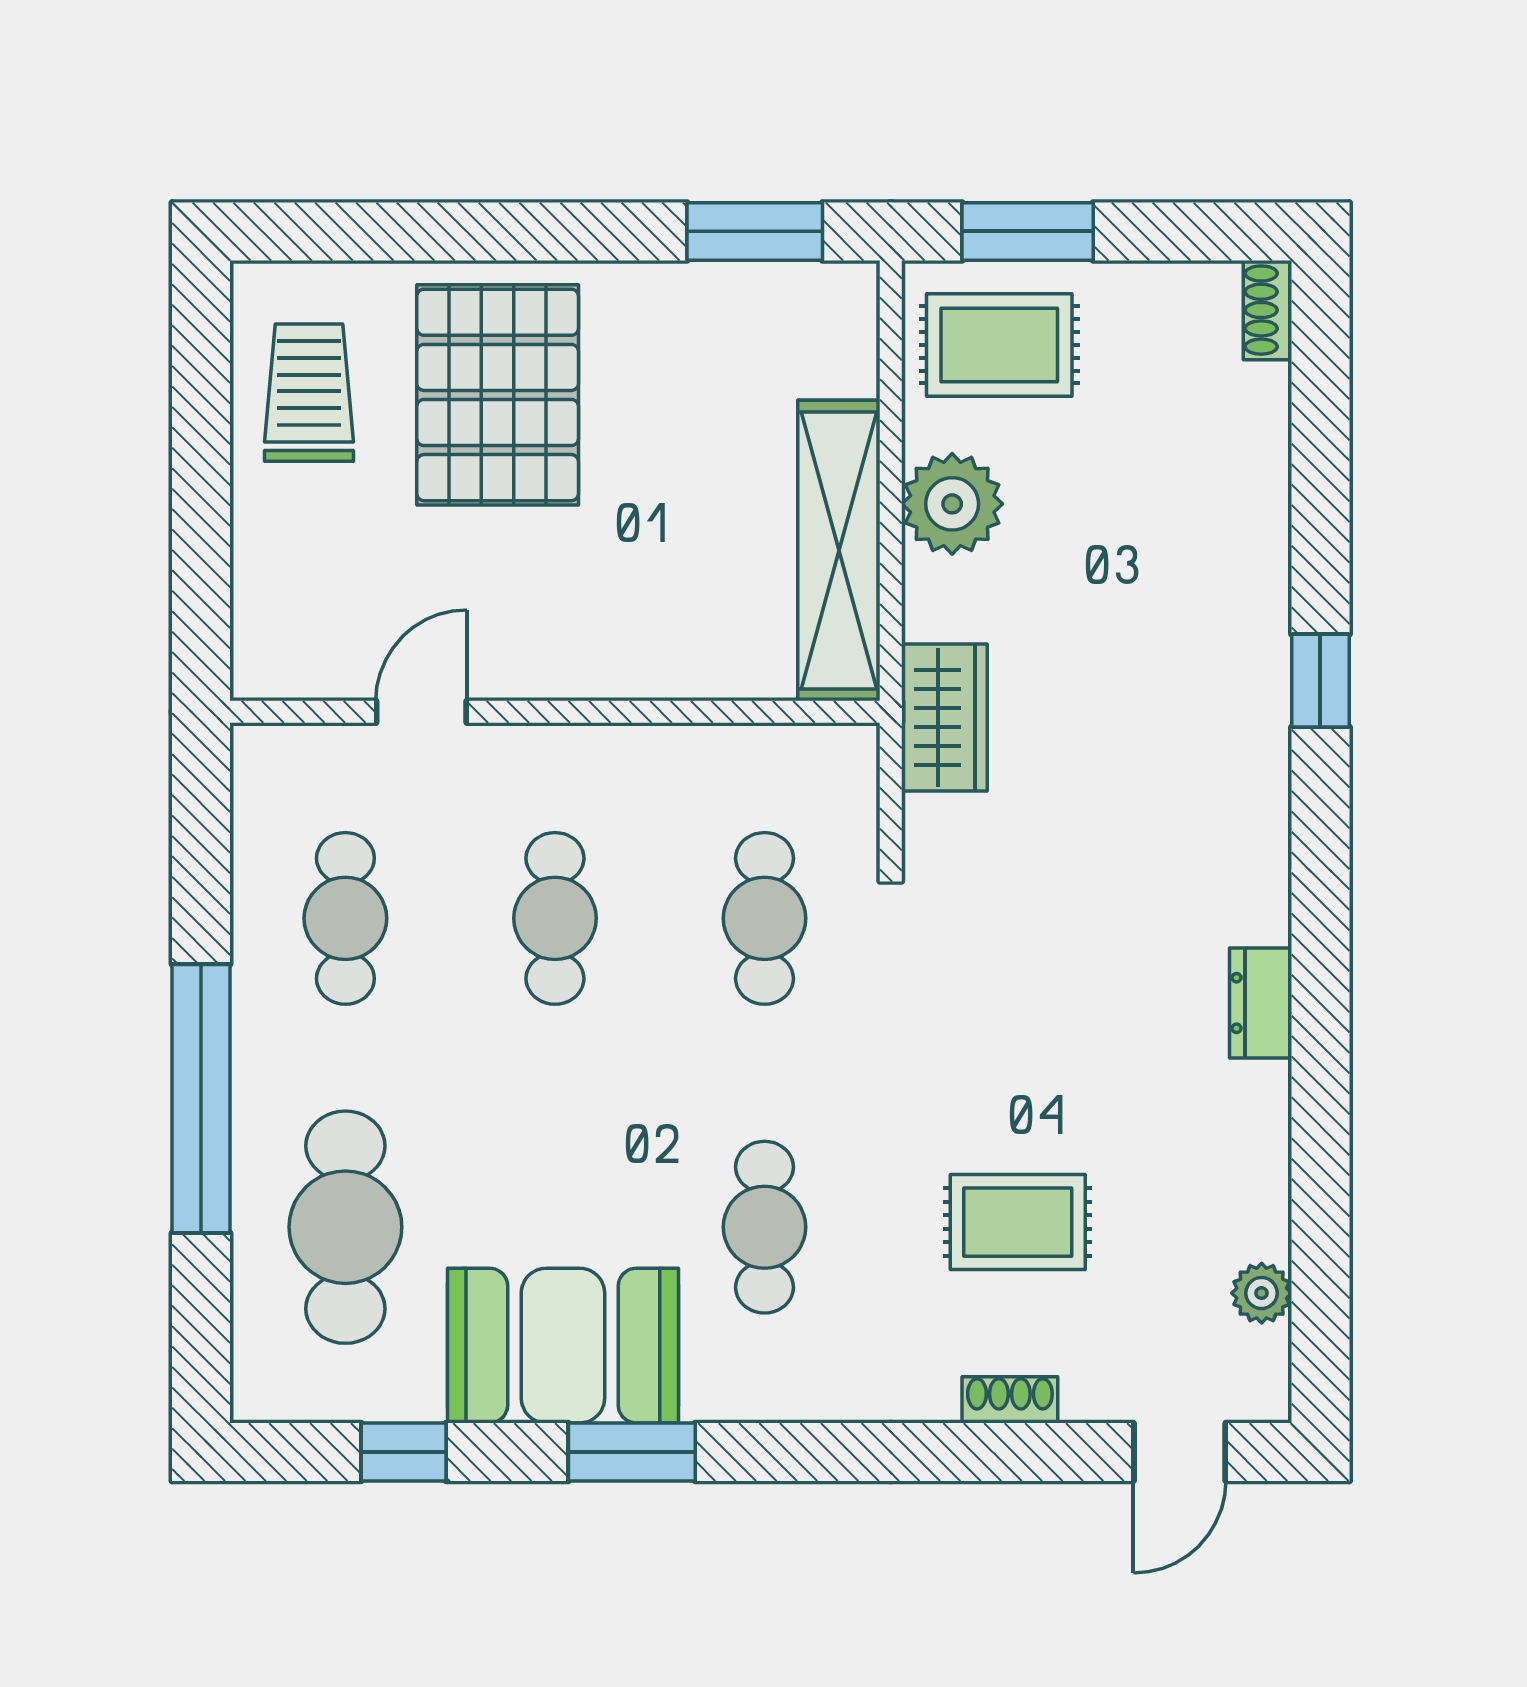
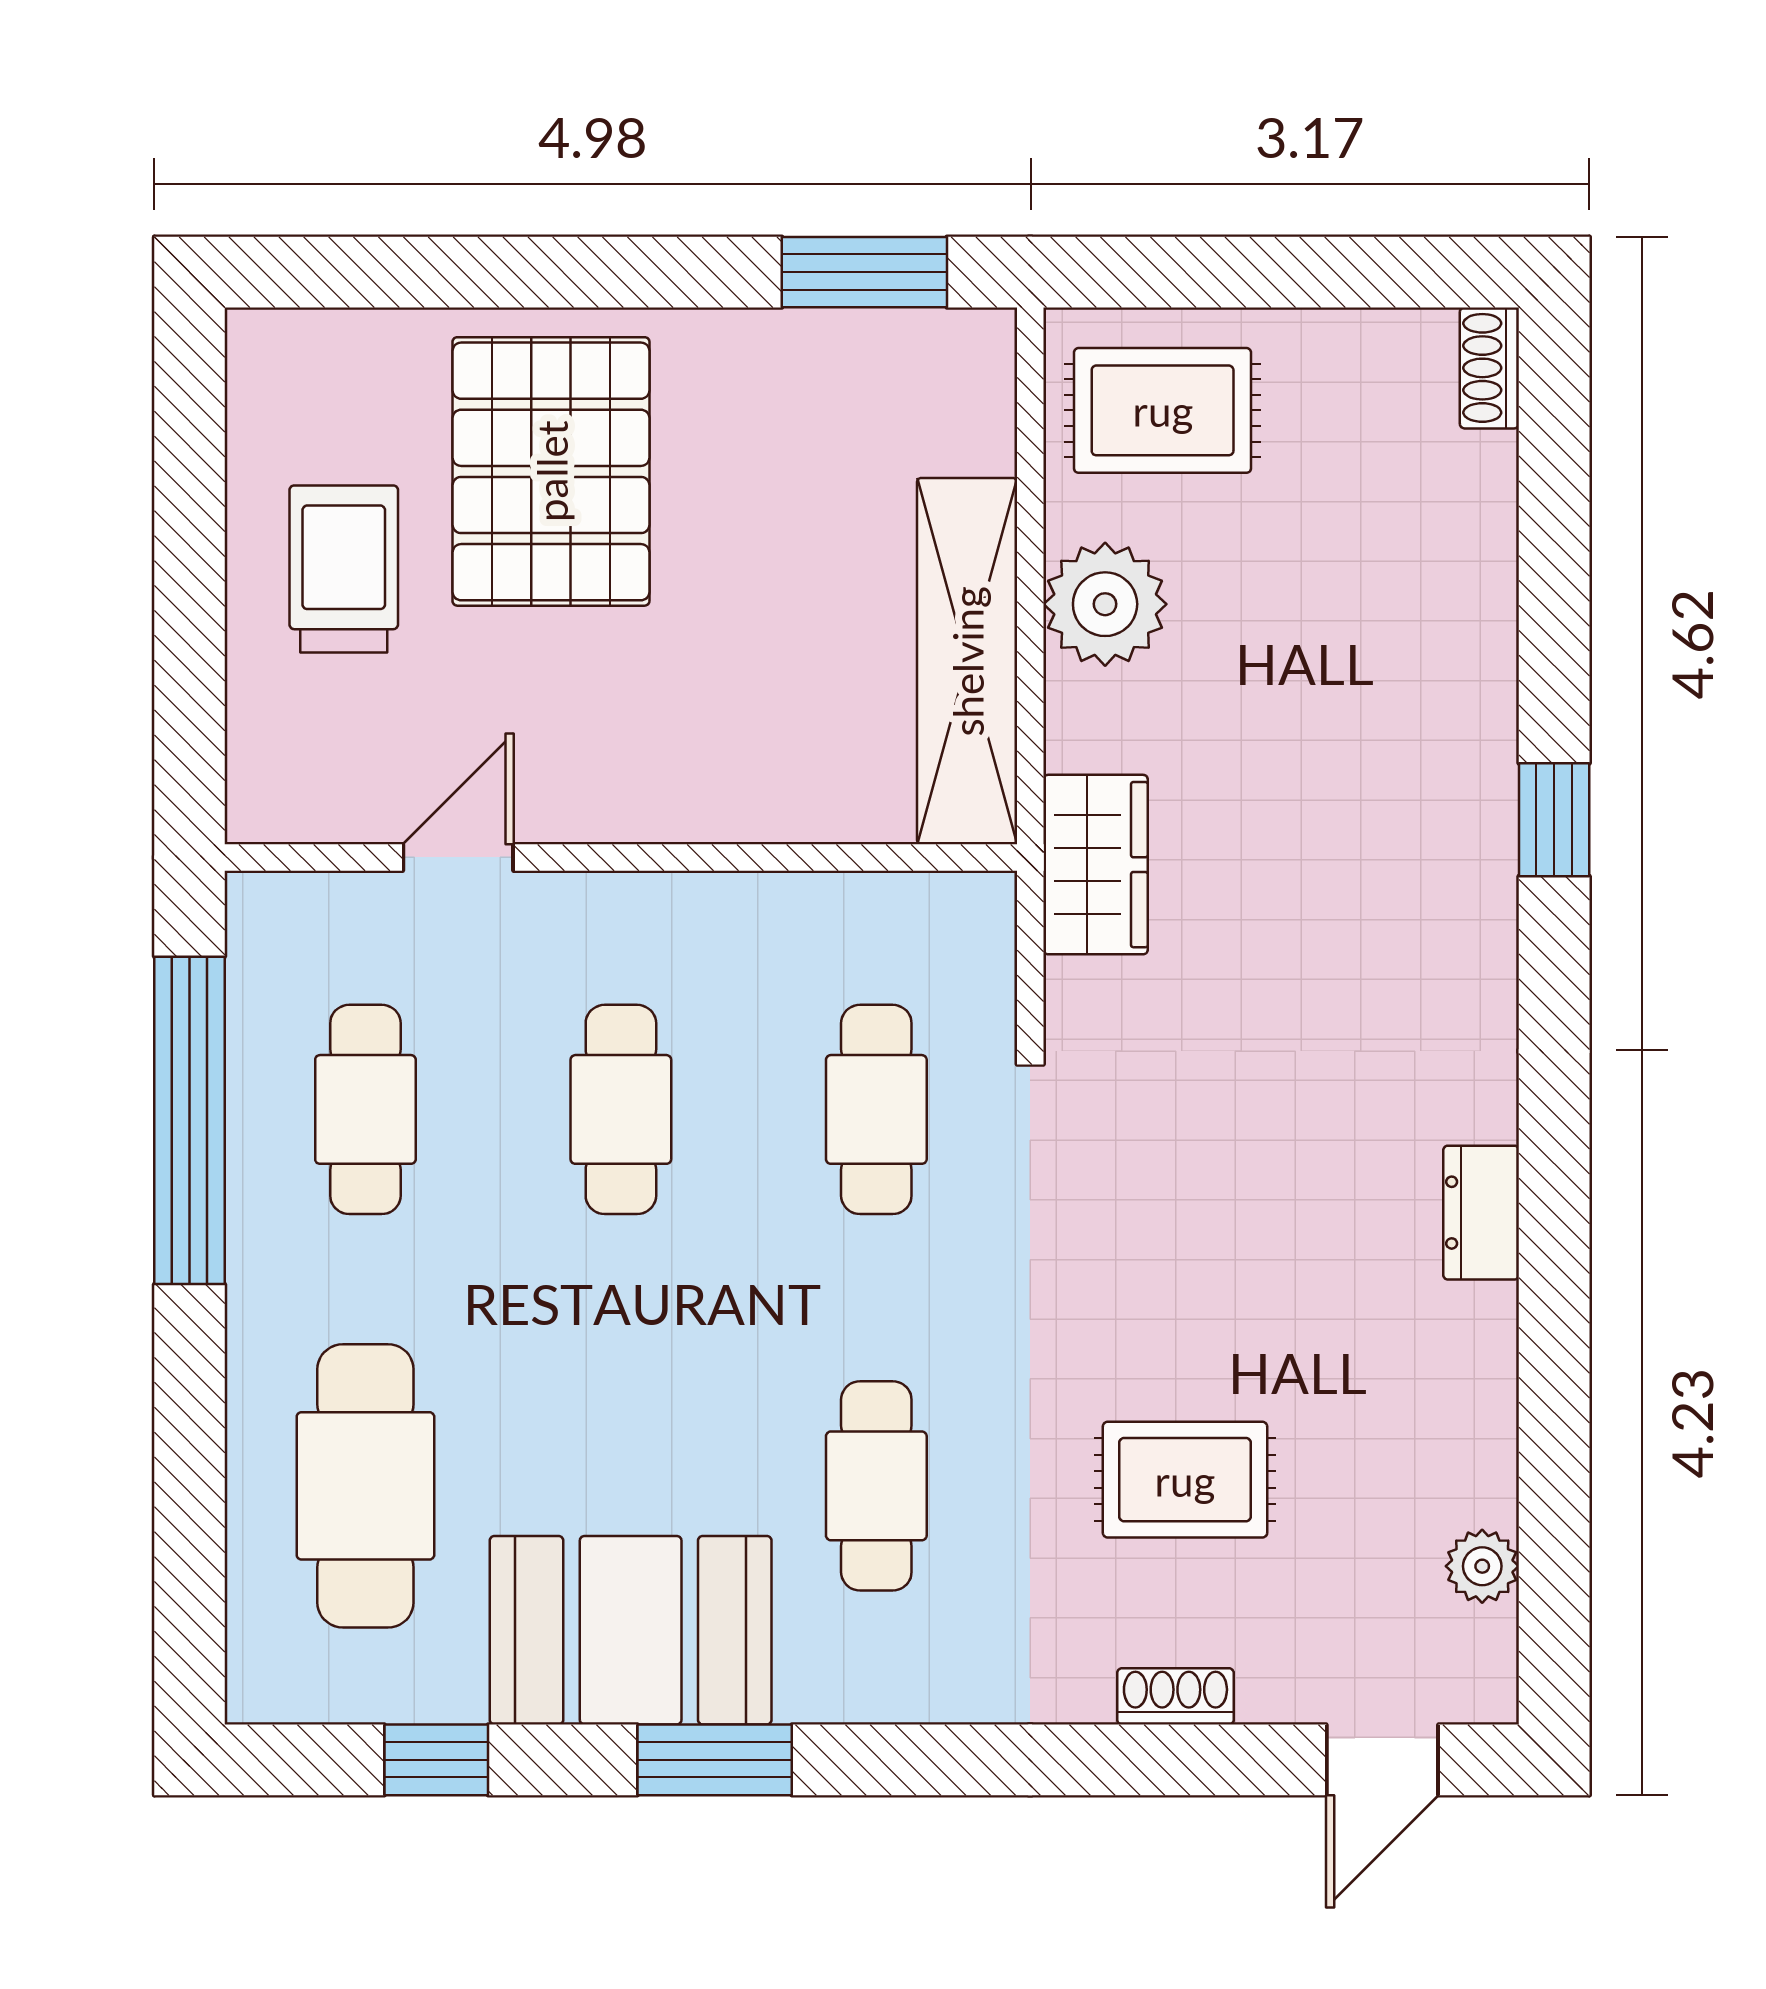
window: (1028, 231) -> (1197, 272), removed
trolley: (309, 393) -> (344, 569), moved
window: (201, 1099) -> (190, 1120), moved

